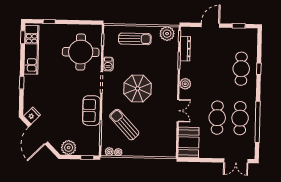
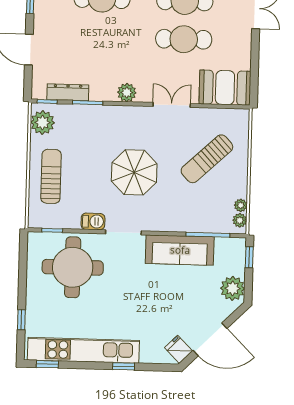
kitchen unit: (31, 50) -> (83, 350), width x1.36
sofa: (91, 111) -> (180, 250), width x1.36
sun lounger: (124, 125) -> (207, 159), moved

